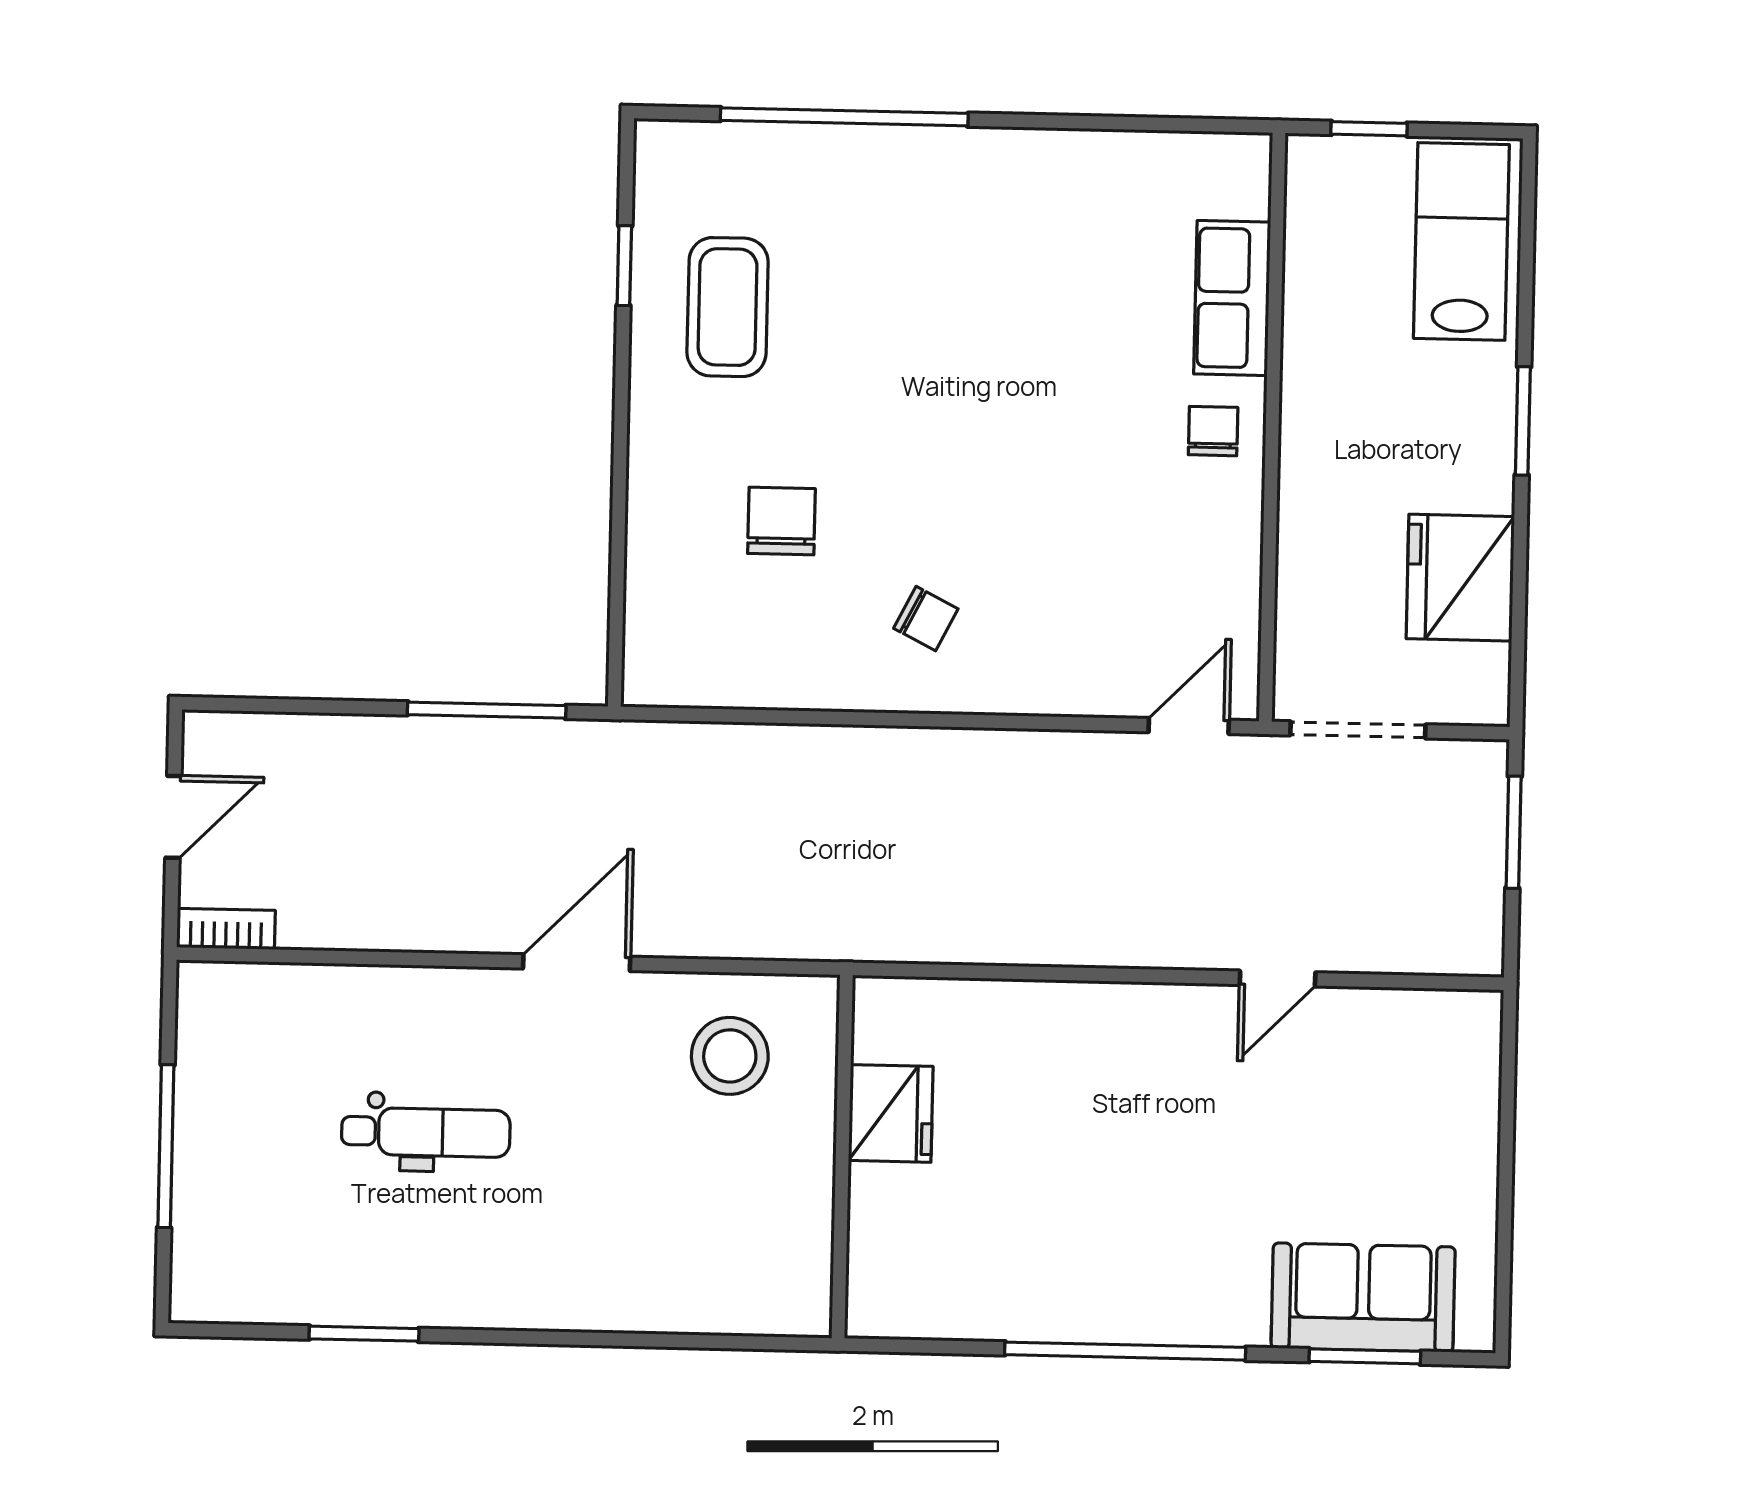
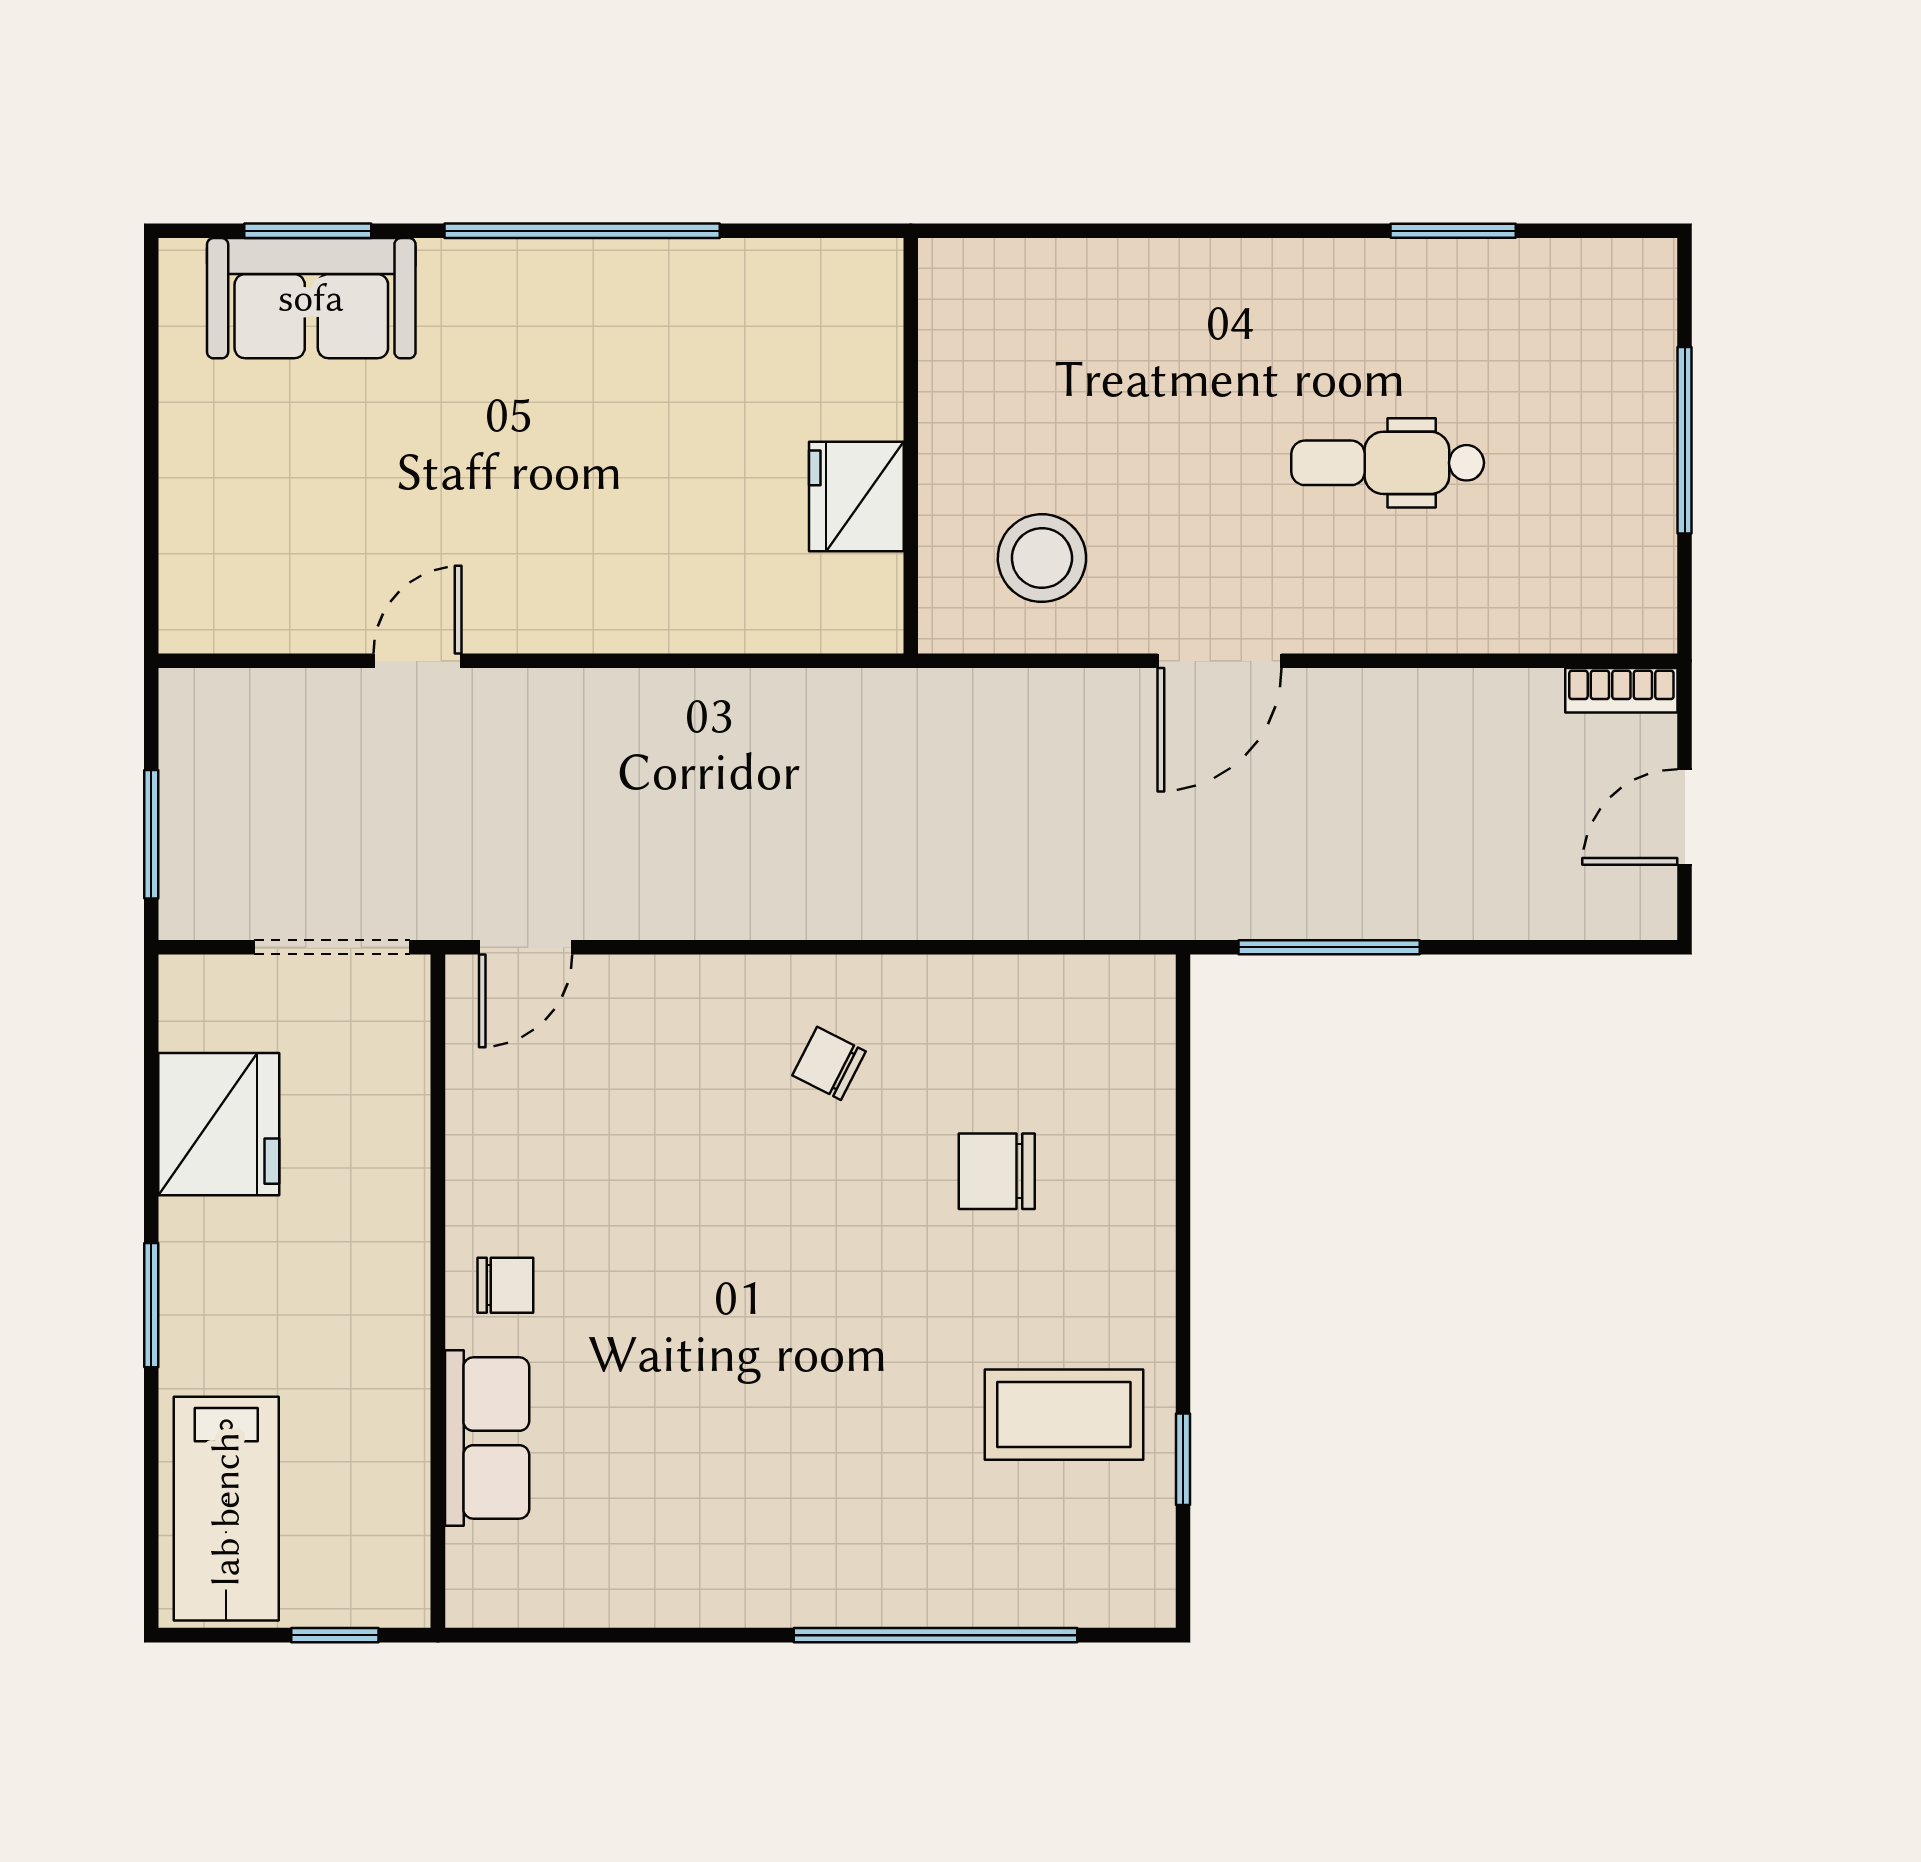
coffee table: (728, 307) -> (1064, 1415), turned 90
chair: (1213, 431) -> (505, 1285), turned -90
chair: (781, 521) -> (997, 1171), turned 90

